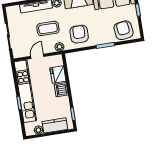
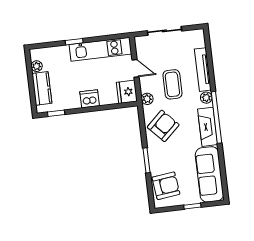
armchair: (79, 34) -> (163, 126), turned -43
fridge: (58, 75) -> (127, 92), moved, turned -90
kitchen unit: (25, 91) -> (100, 49), width x0.73

